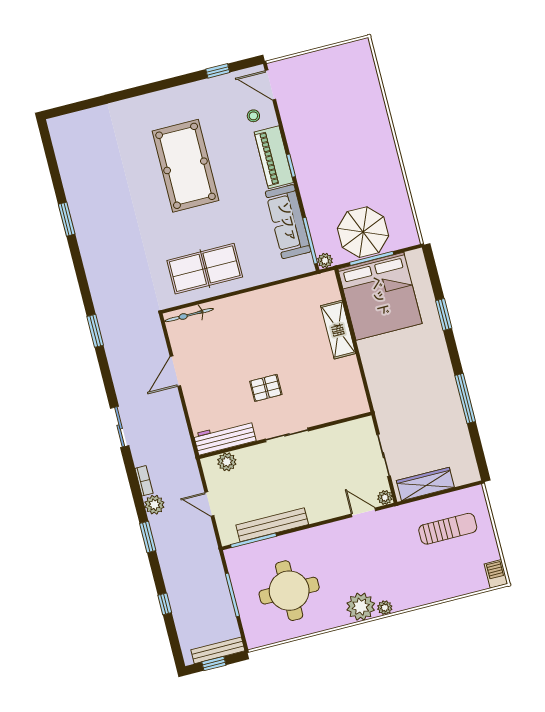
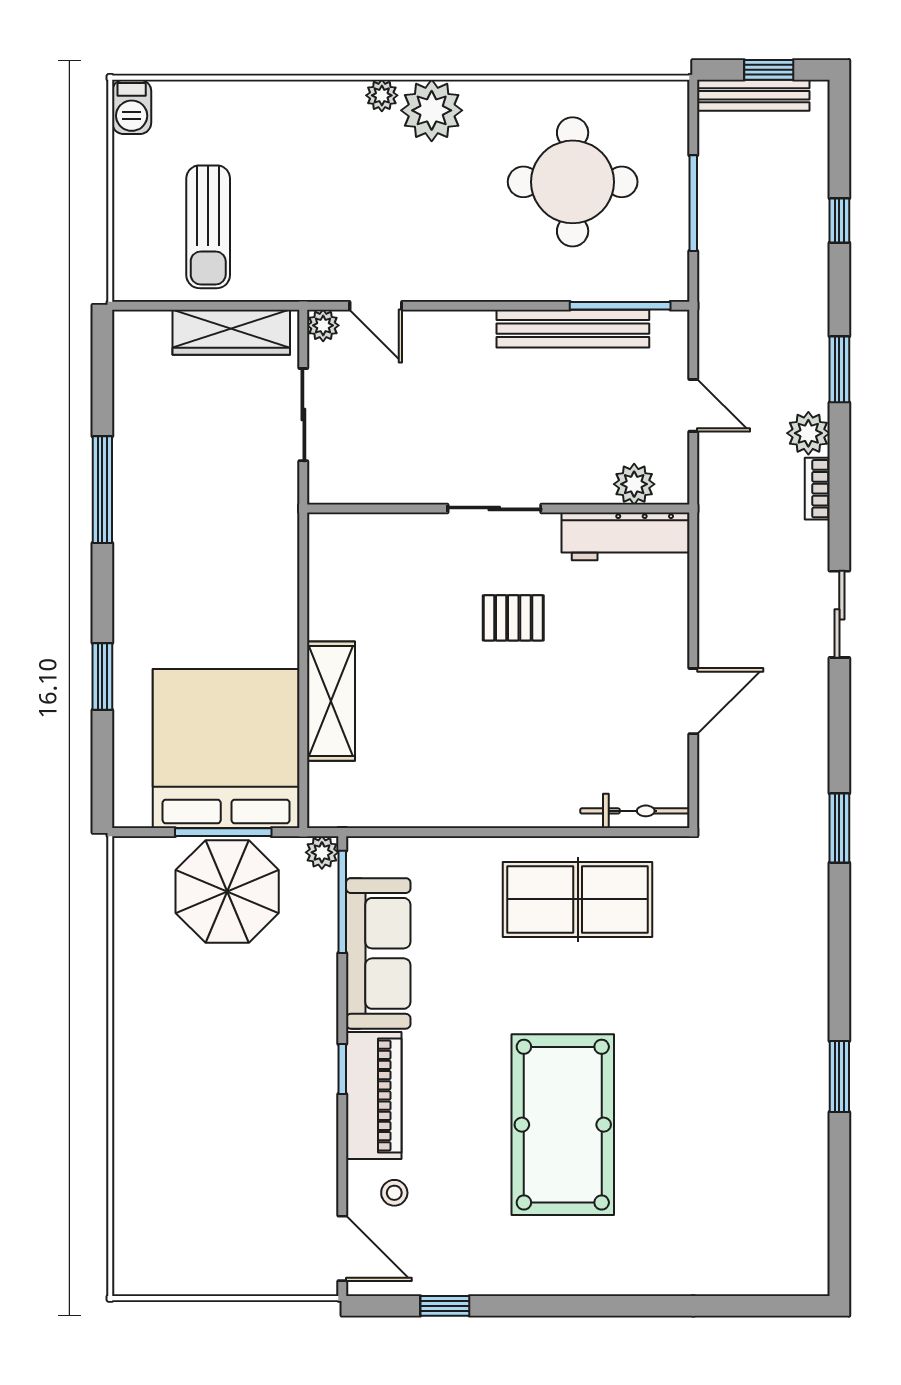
sun lounger: (448, 529) -> (208, 227), turned -90

